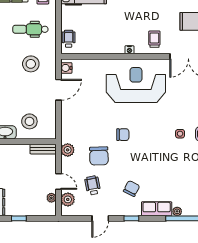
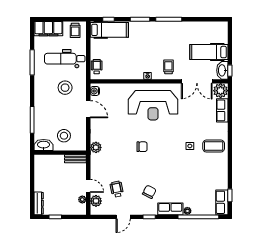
dental chair: (30, 29) -> (65, 59), width x1.36, depth x1.38
reception desk: (136, 85) -> (153, 105), turned 180
door: (58, 90) -> (88, 109), hinge flipped
plant: (68, 150) -> (96, 147), moved
chair: (99, 156) -> (122, 165), removed

